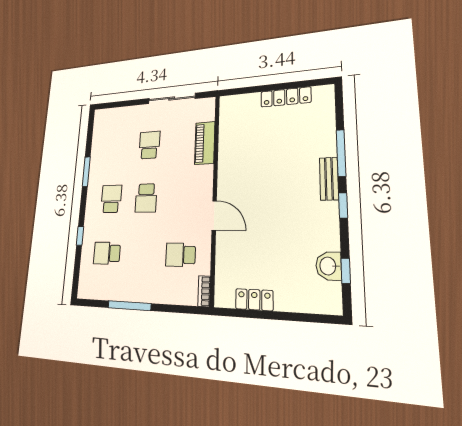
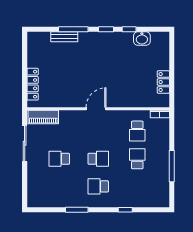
locker: (286, 97) -> (33, 84), moved
piano: (205, 143) -> (43, 117), moved
bench: (329, 179) -> (64, 37), moved
door: (214, 216) -> (96, 109), moved
school desk: (107, 253) -> (137, 159), moved, turned 180
window: (346, 271) -> (129, 29), moved

